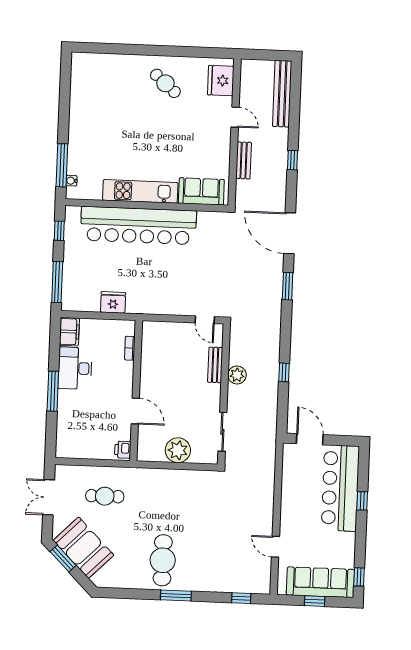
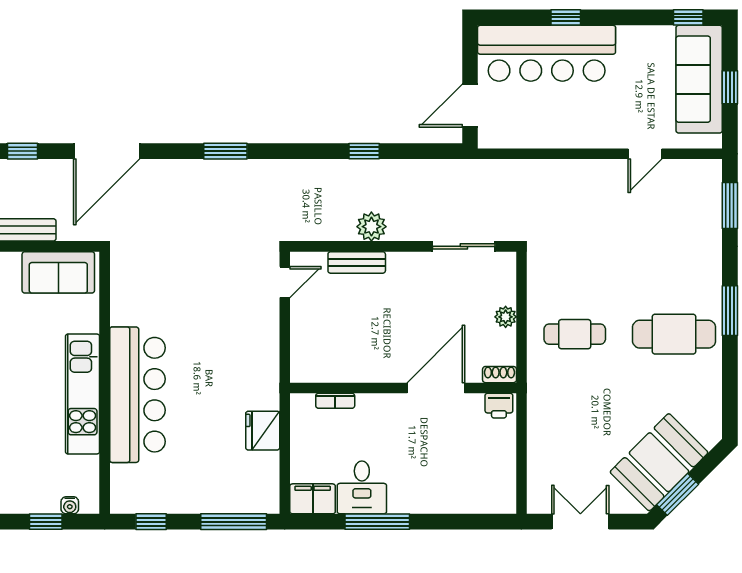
window: (62, 165) -> (46, 522), width x0.46
sofa: (201, 191) -> (58, 272), moved, turned -90
bar counter: (138, 225) -> (137, 395), width x0.73
door: (290, 233) -> (107, 151), moved
desk: (75, 368) -> (362, 487), width x0.73
window: (53, 391) -> (377, 522), moved
door: (135, 411) -> (436, 388), width x1.36
plant: (178, 450) -> (506, 317), width x0.53, depth x0.53
shoe rack: (142, 451) -> (500, 375), added
cafe table: (105, 496) -> (575, 334), moved, turned 90
double door: (49, 497) -> (580, 522), swing flipped
window: (241, 598) -> (730, 205), width x1.50

